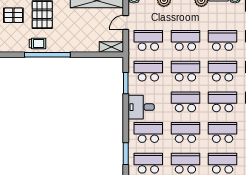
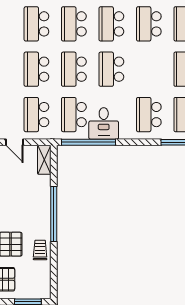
window: (47, 55) -> (54, 214), moved
window: (126, 83) -> (88, 142), width x2.11
desk: (141, 107) -> (104, 123), moved
school desk: (185, 133) -> (149, 69), removed

